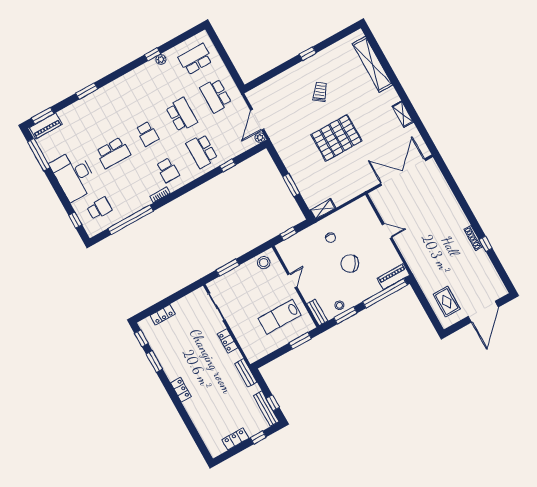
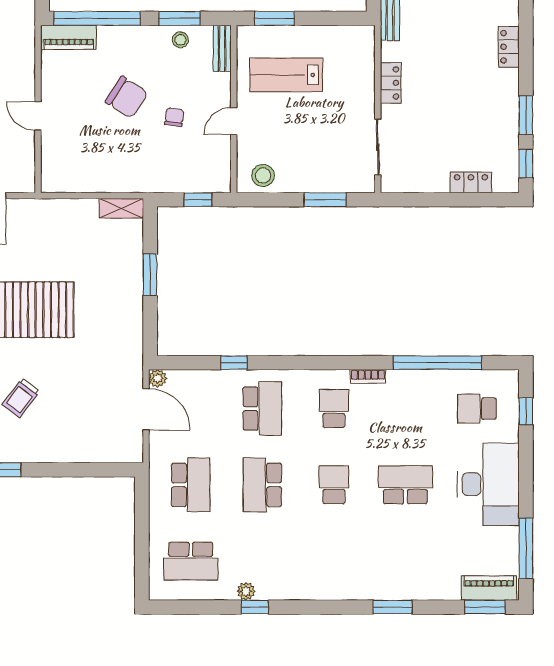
door: (257, 120) -> (146, 409), hinge flipped
chair: (331, 238) -> (174, 117), moved
lab bench: (280, 317) -> (286, 75), turned 180

